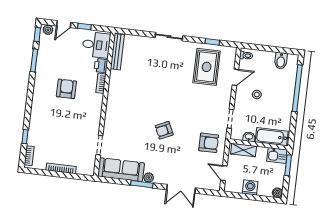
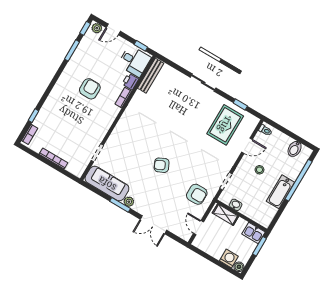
window: (84, 27) -> (141, 46), moved
bathtub: (272, 137) -> (280, 192), moved, turned -90
washing machine: (250, 188) -> (229, 258), moved

